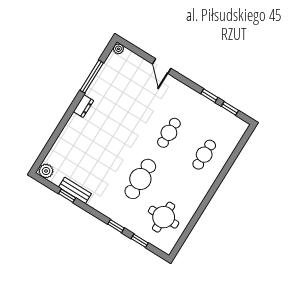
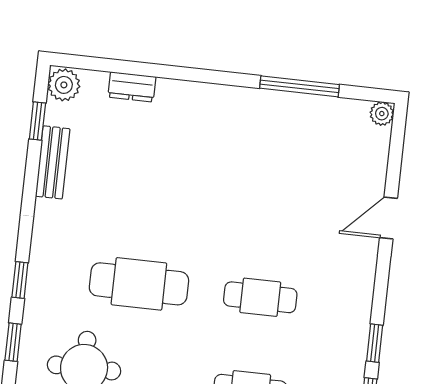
dresser: (83, 106) -> (132, 87), moved
window: (67, 196) -> (37, 121), moved

